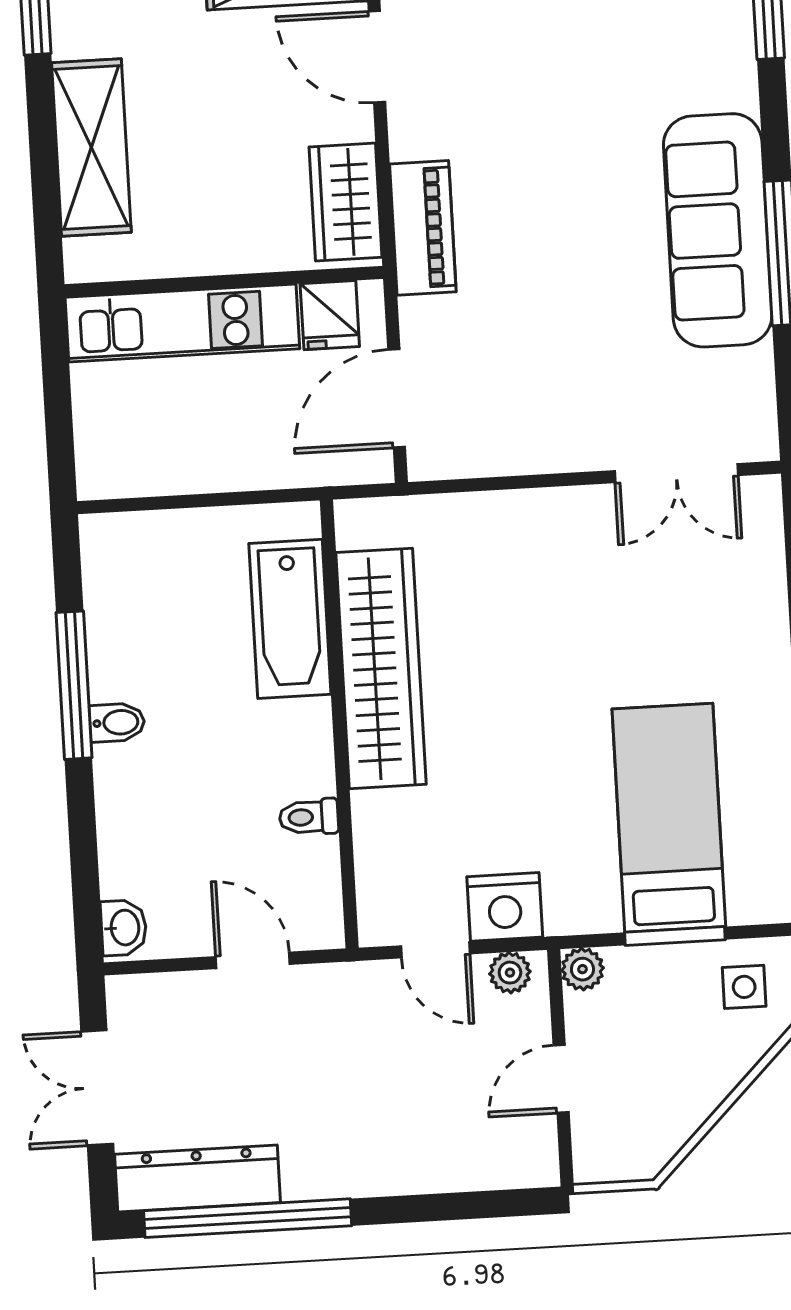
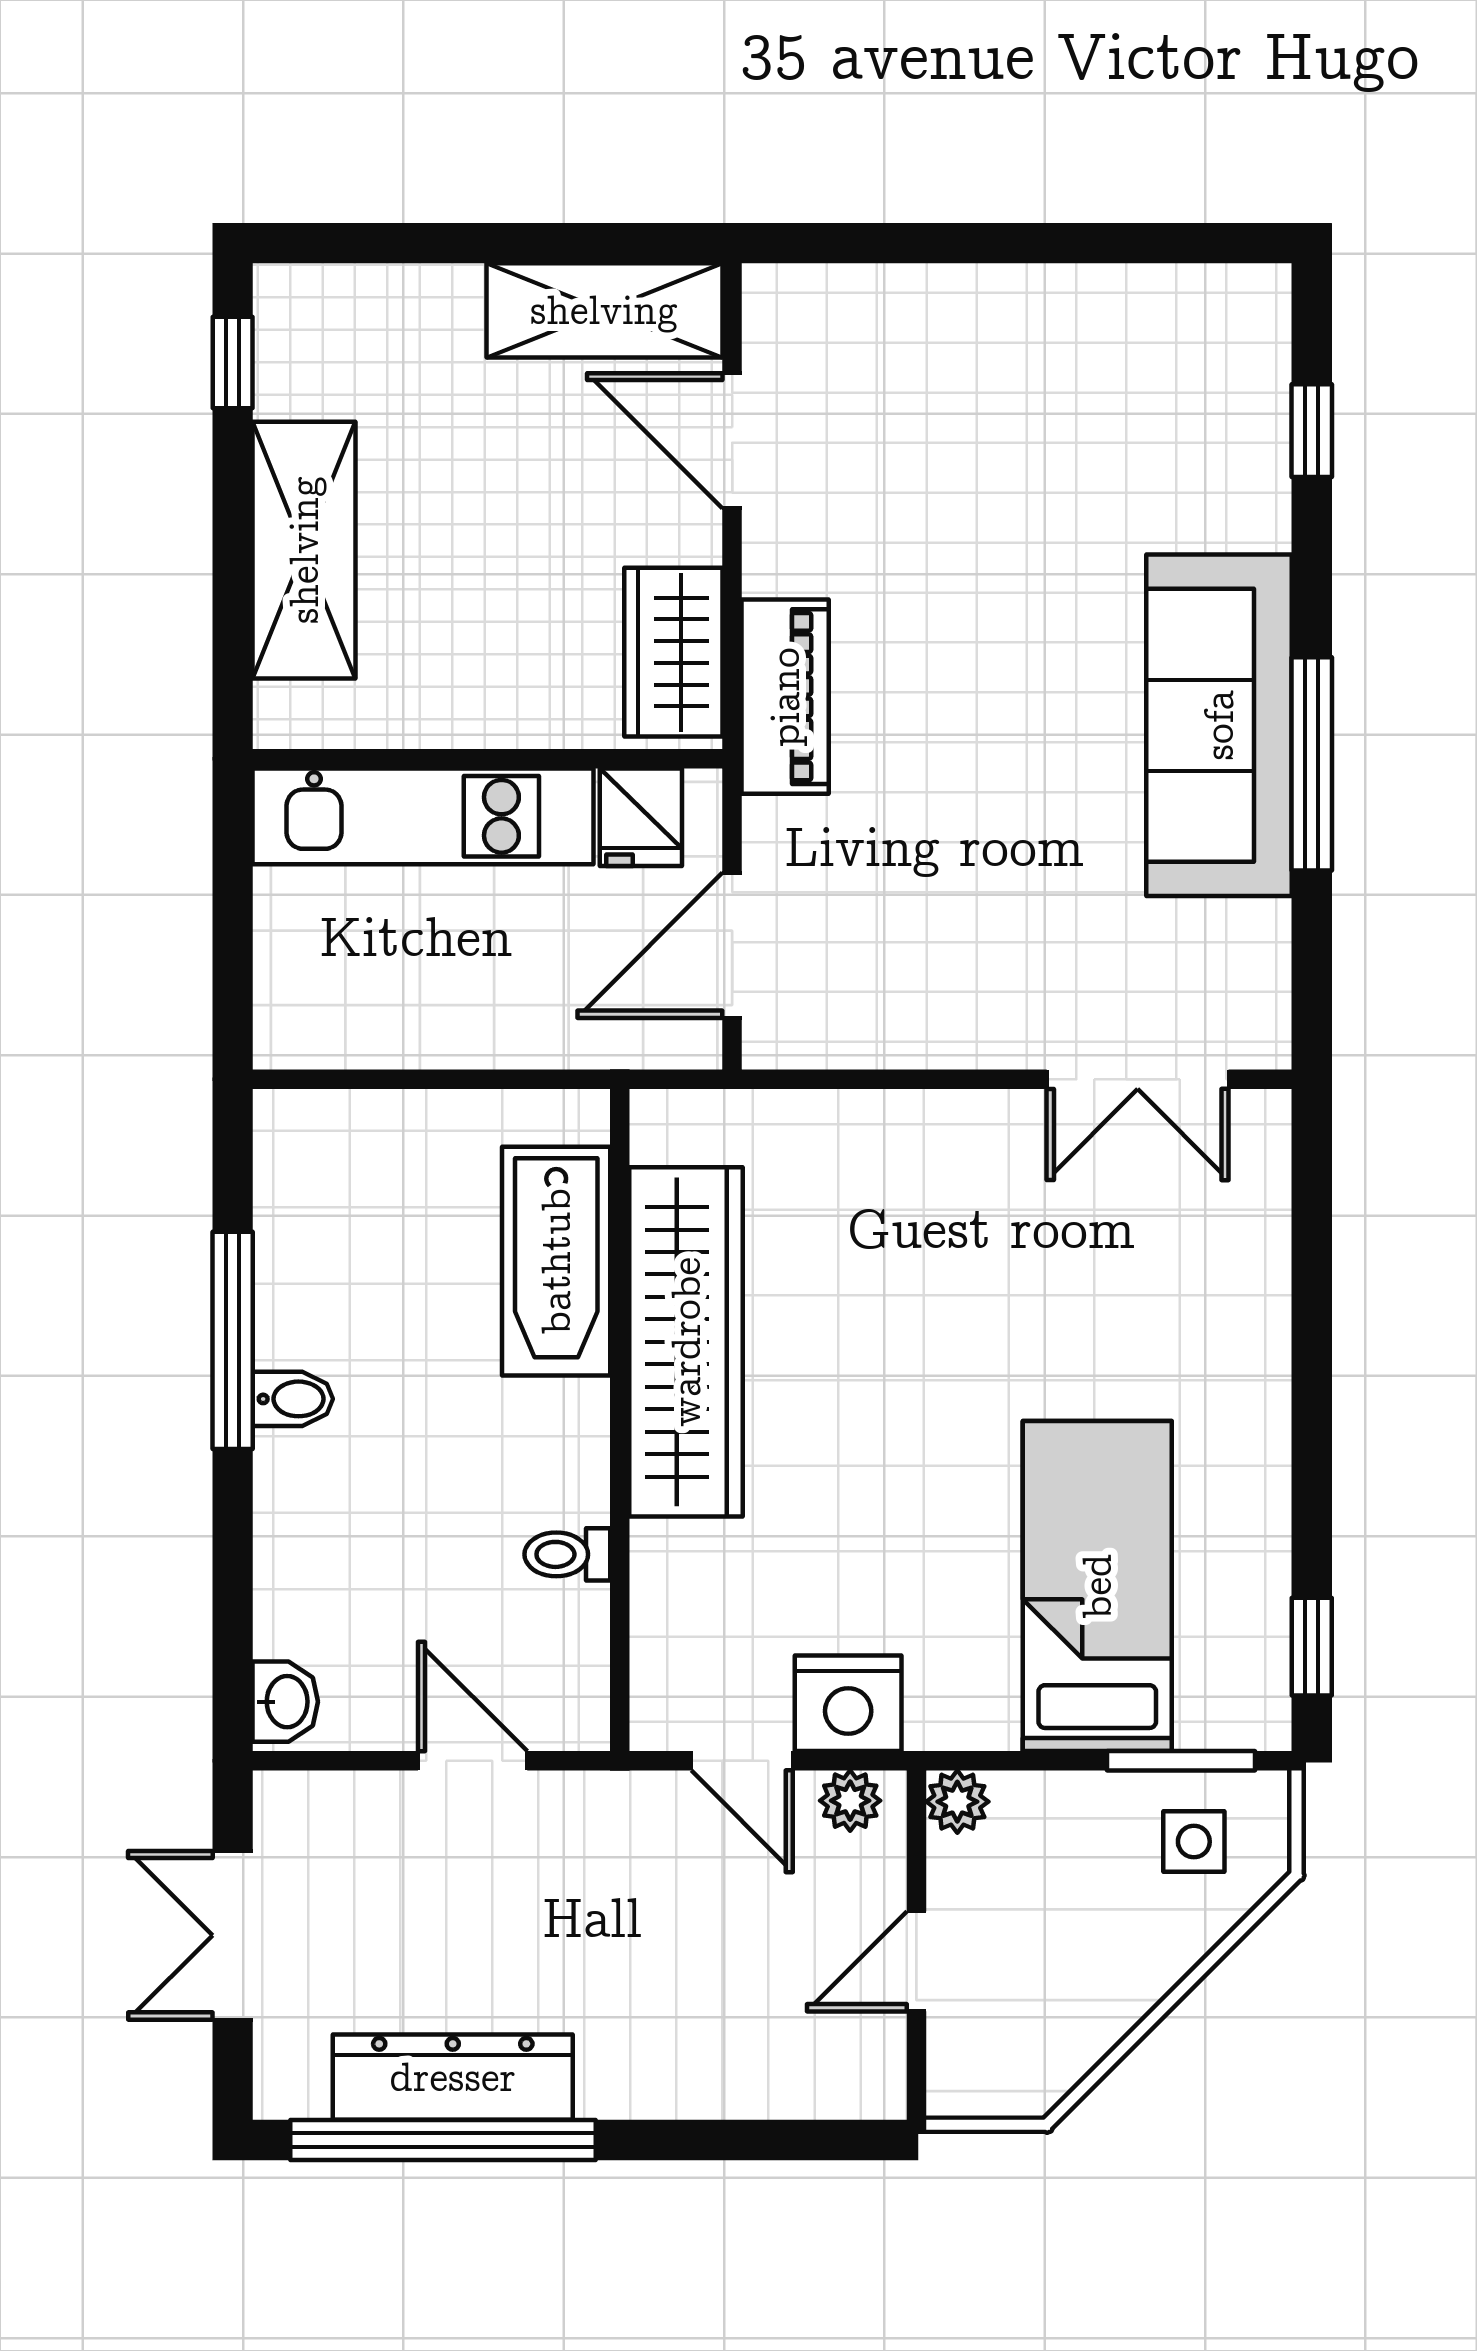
window: (675, 936) -> (1181, 1761), moved
dresser: (198, 1178) -> (453, 2077), moved

